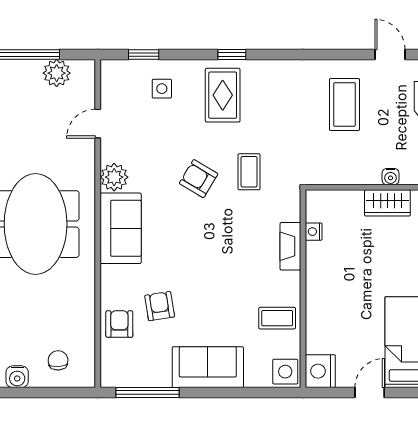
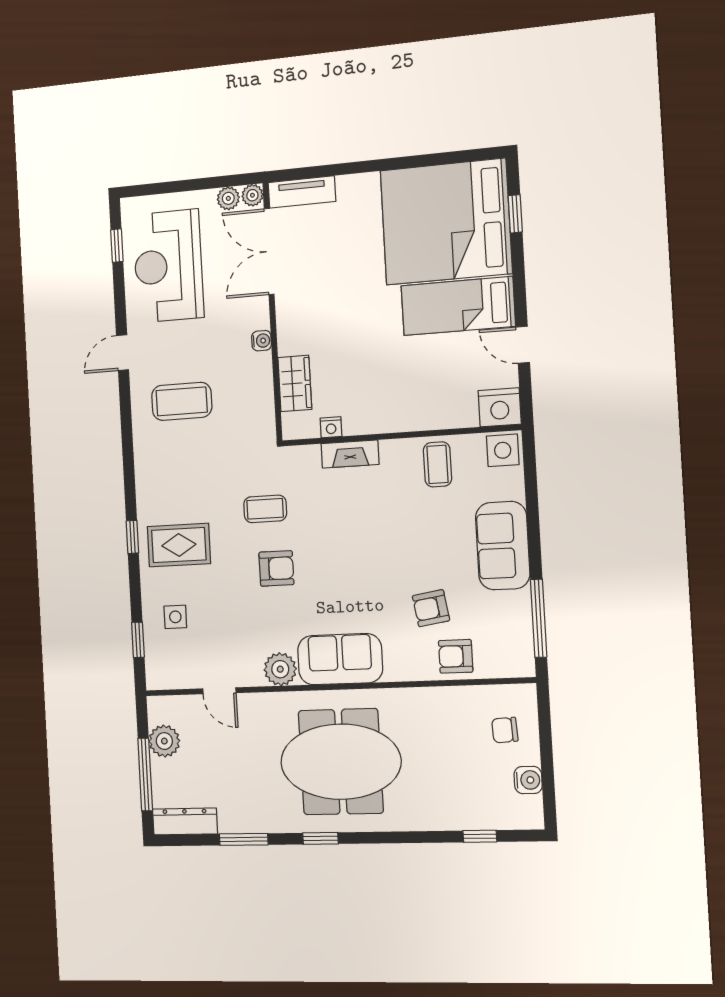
armchair: (199, 179) -> (276, 568), turned -121
wardrobe: (387, 203) -> (295, 383), moved

